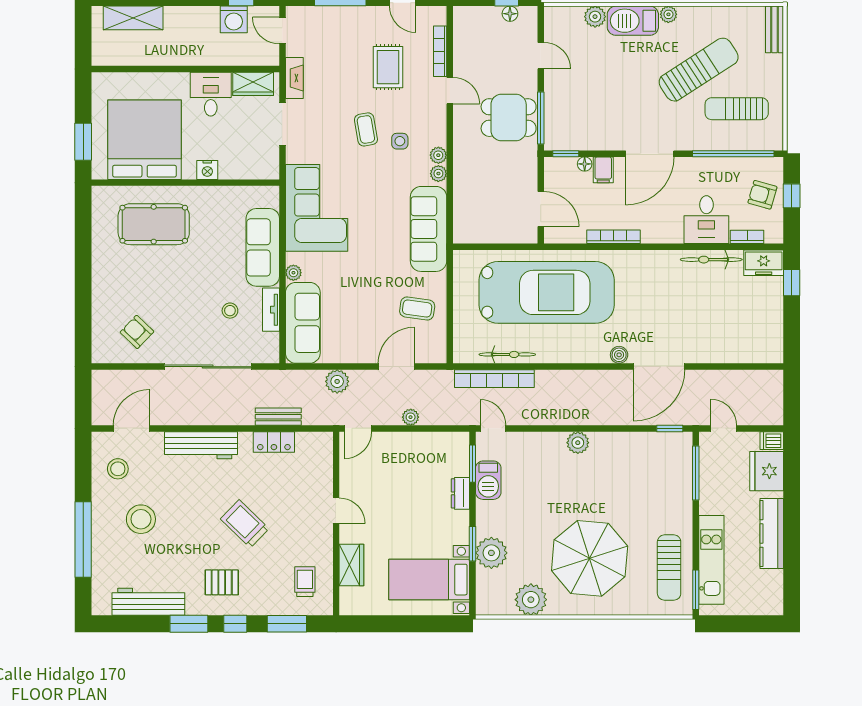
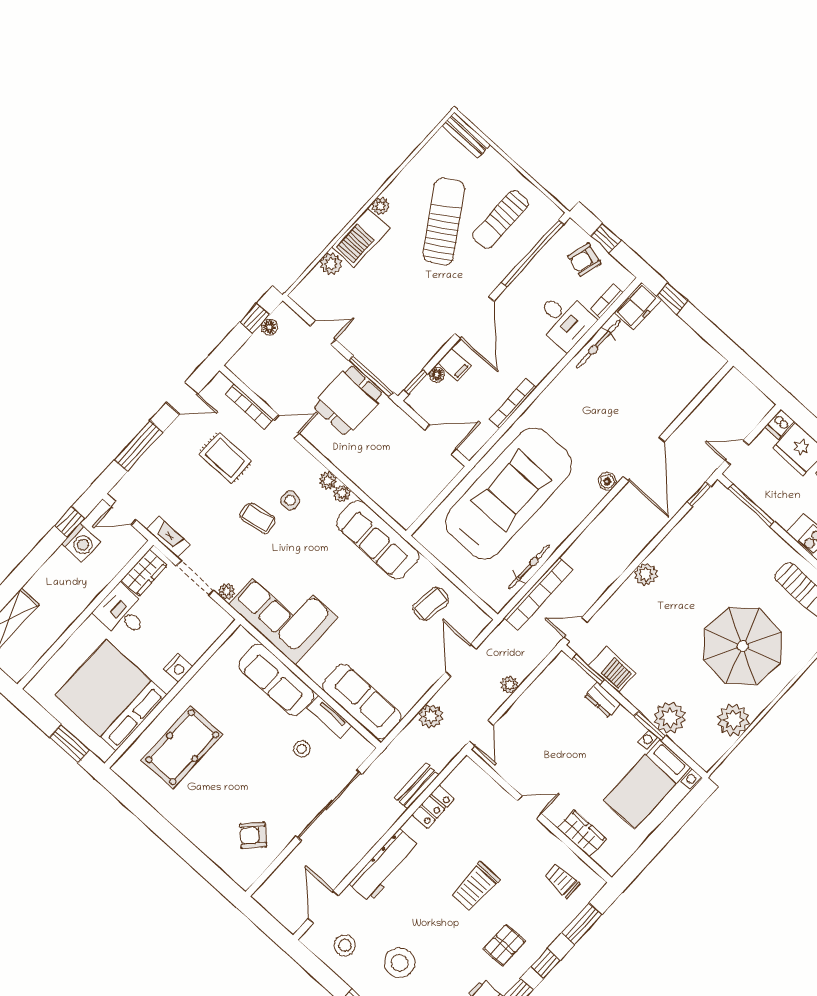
plant: (293, 273) -> (227, 592), moved
trolley: (245, 524) -> (476, 886), turned -44

